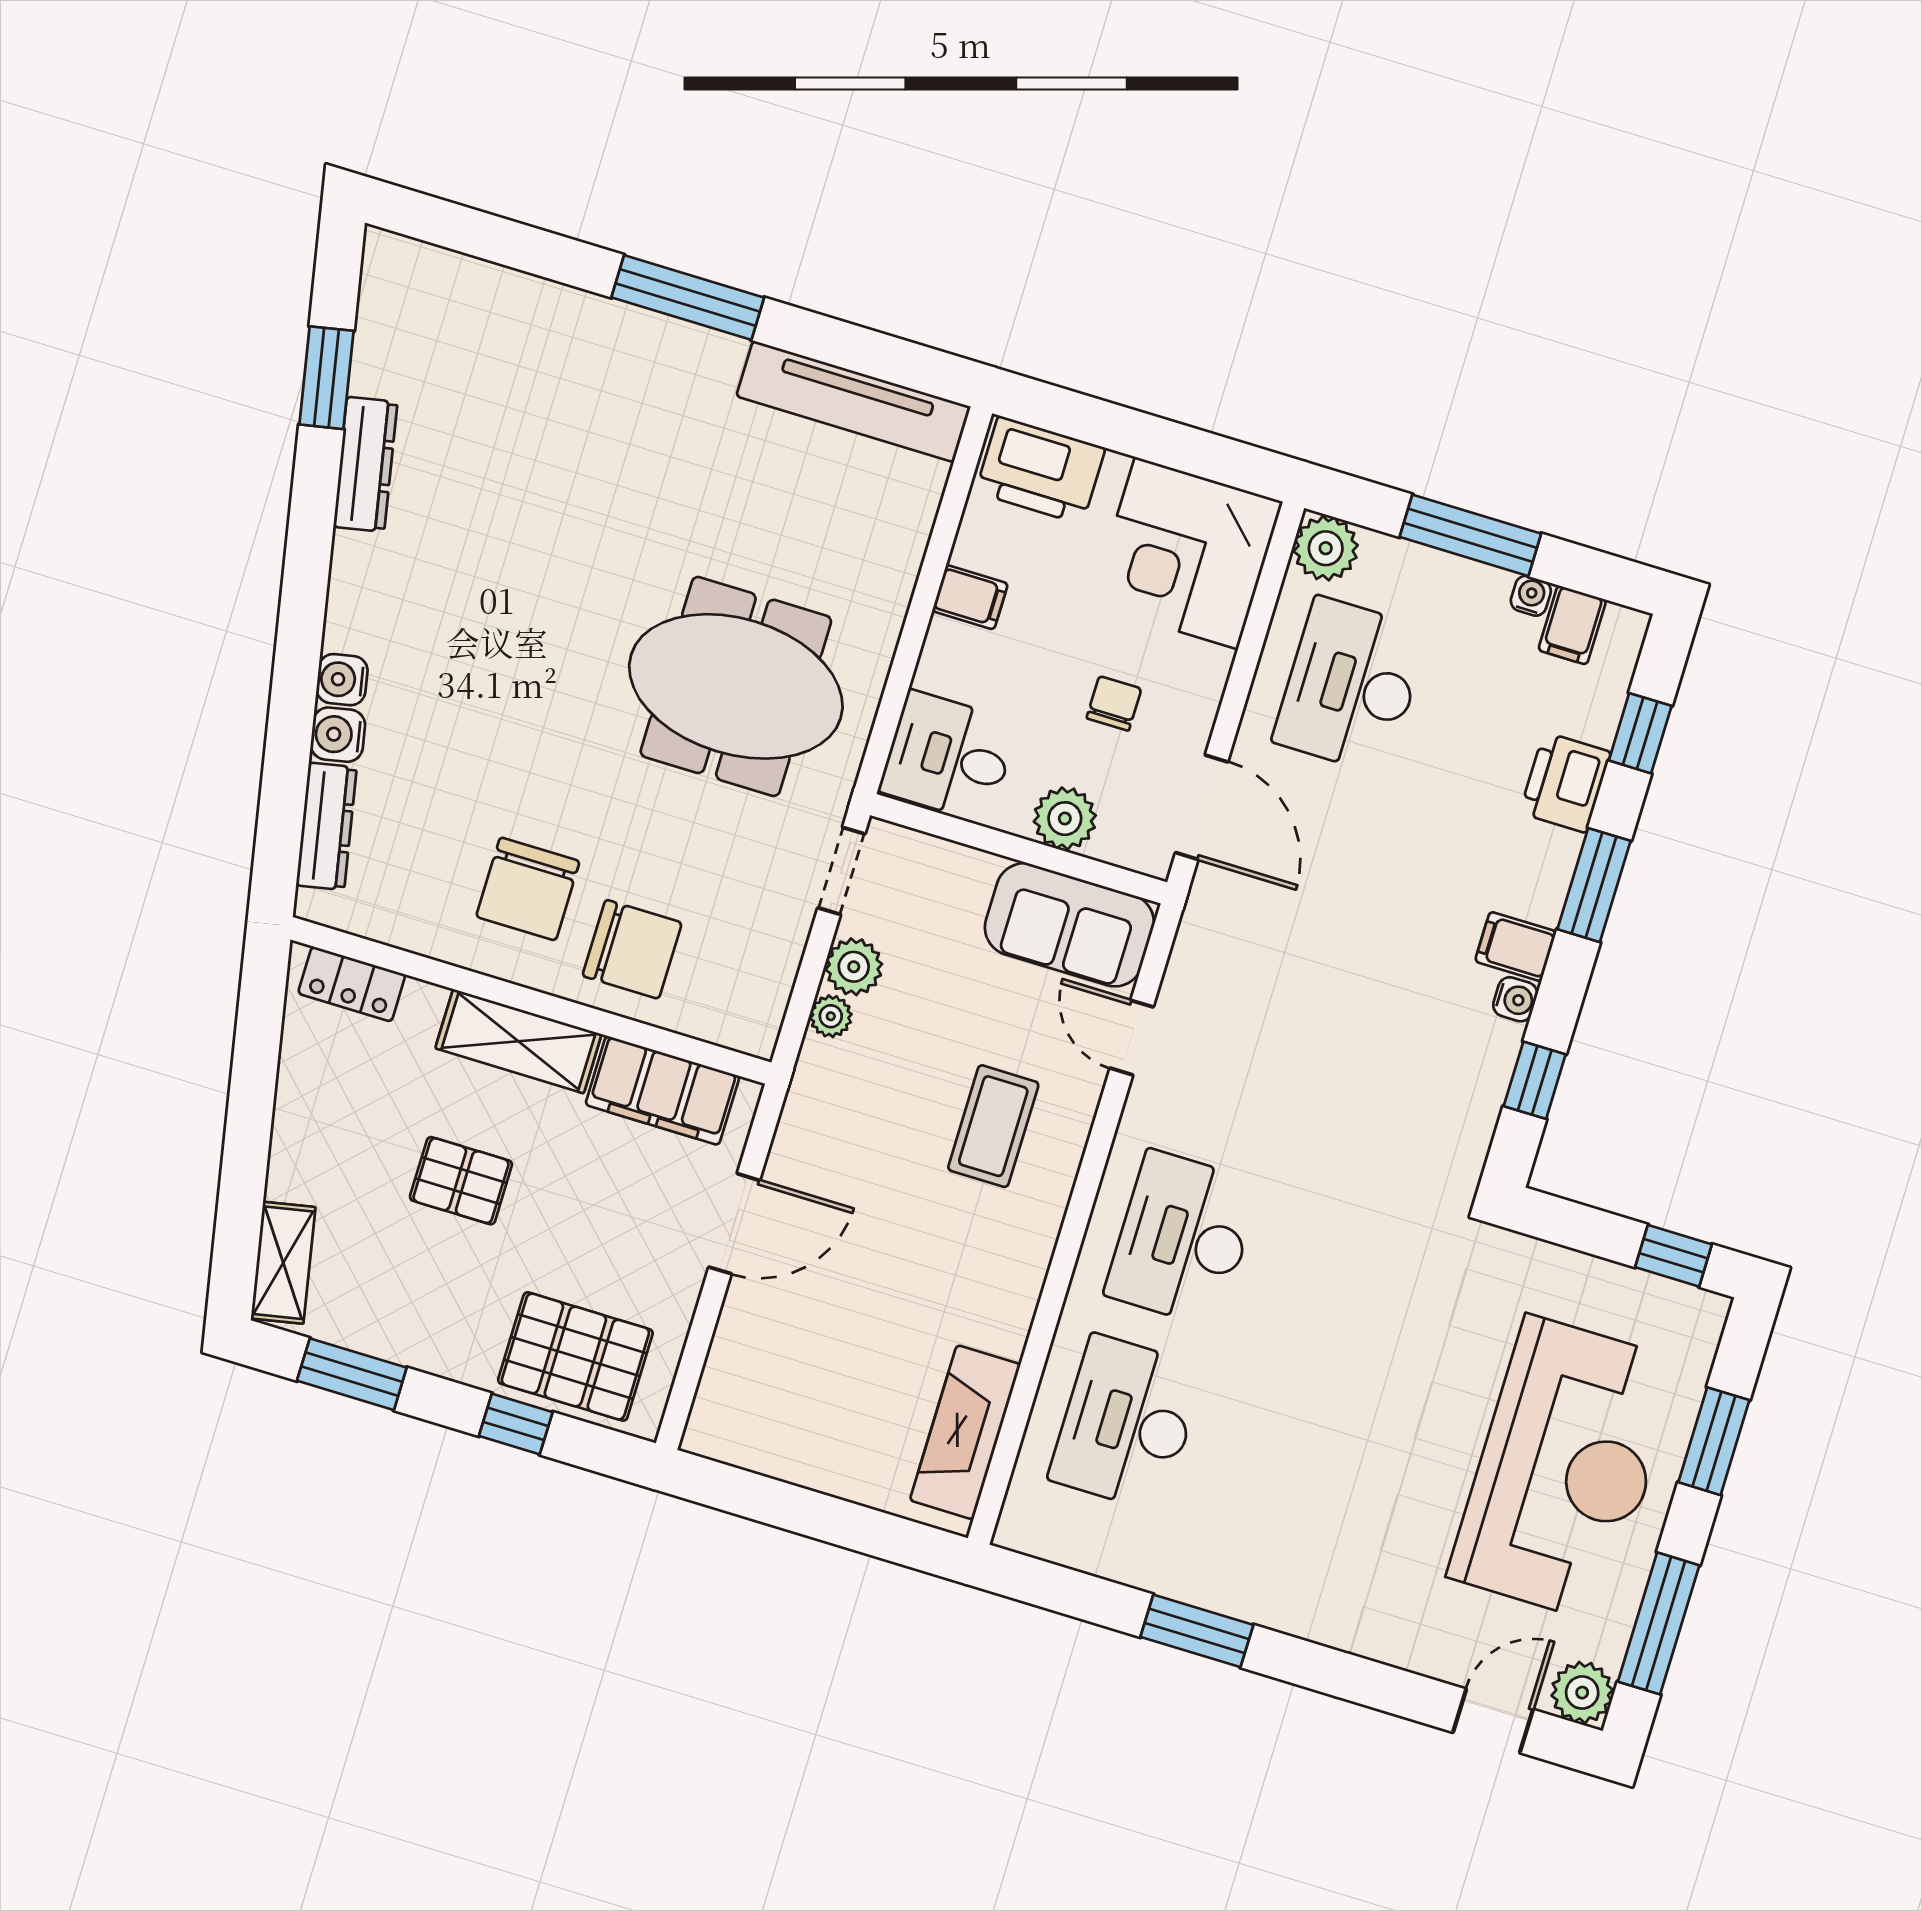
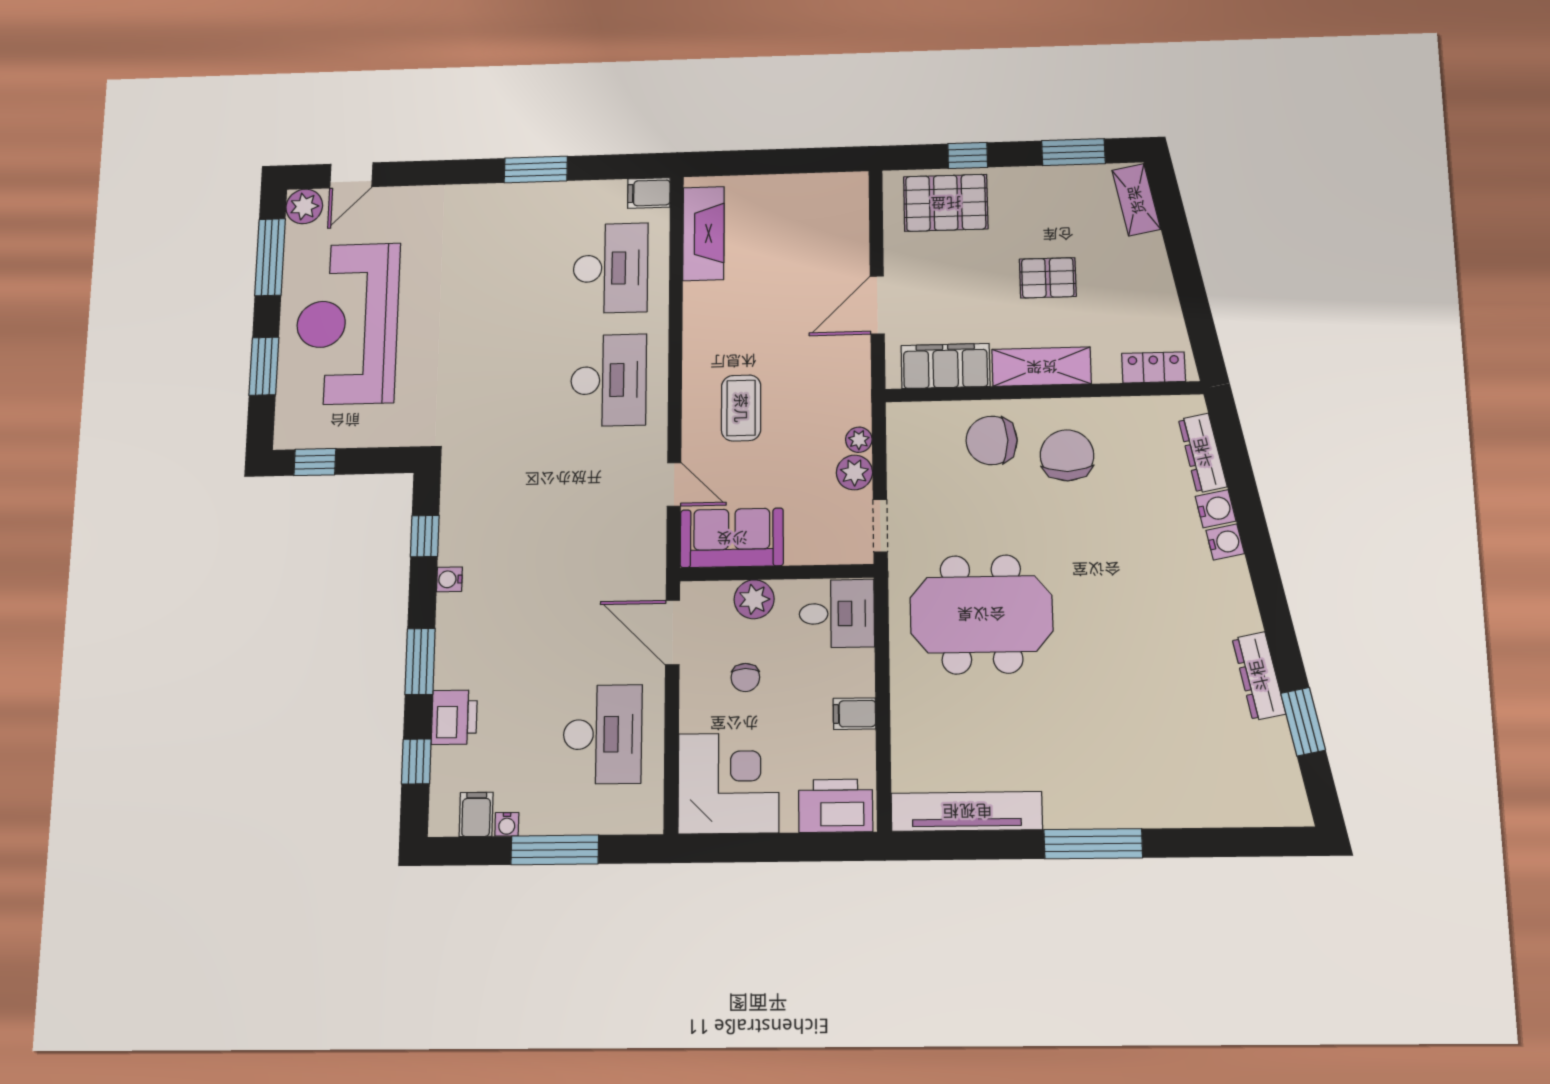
plant: (1326, 548) -> (643, 813), removed
filing cabinet: (1516, 946) -> (649, 193), moved, turned 180

